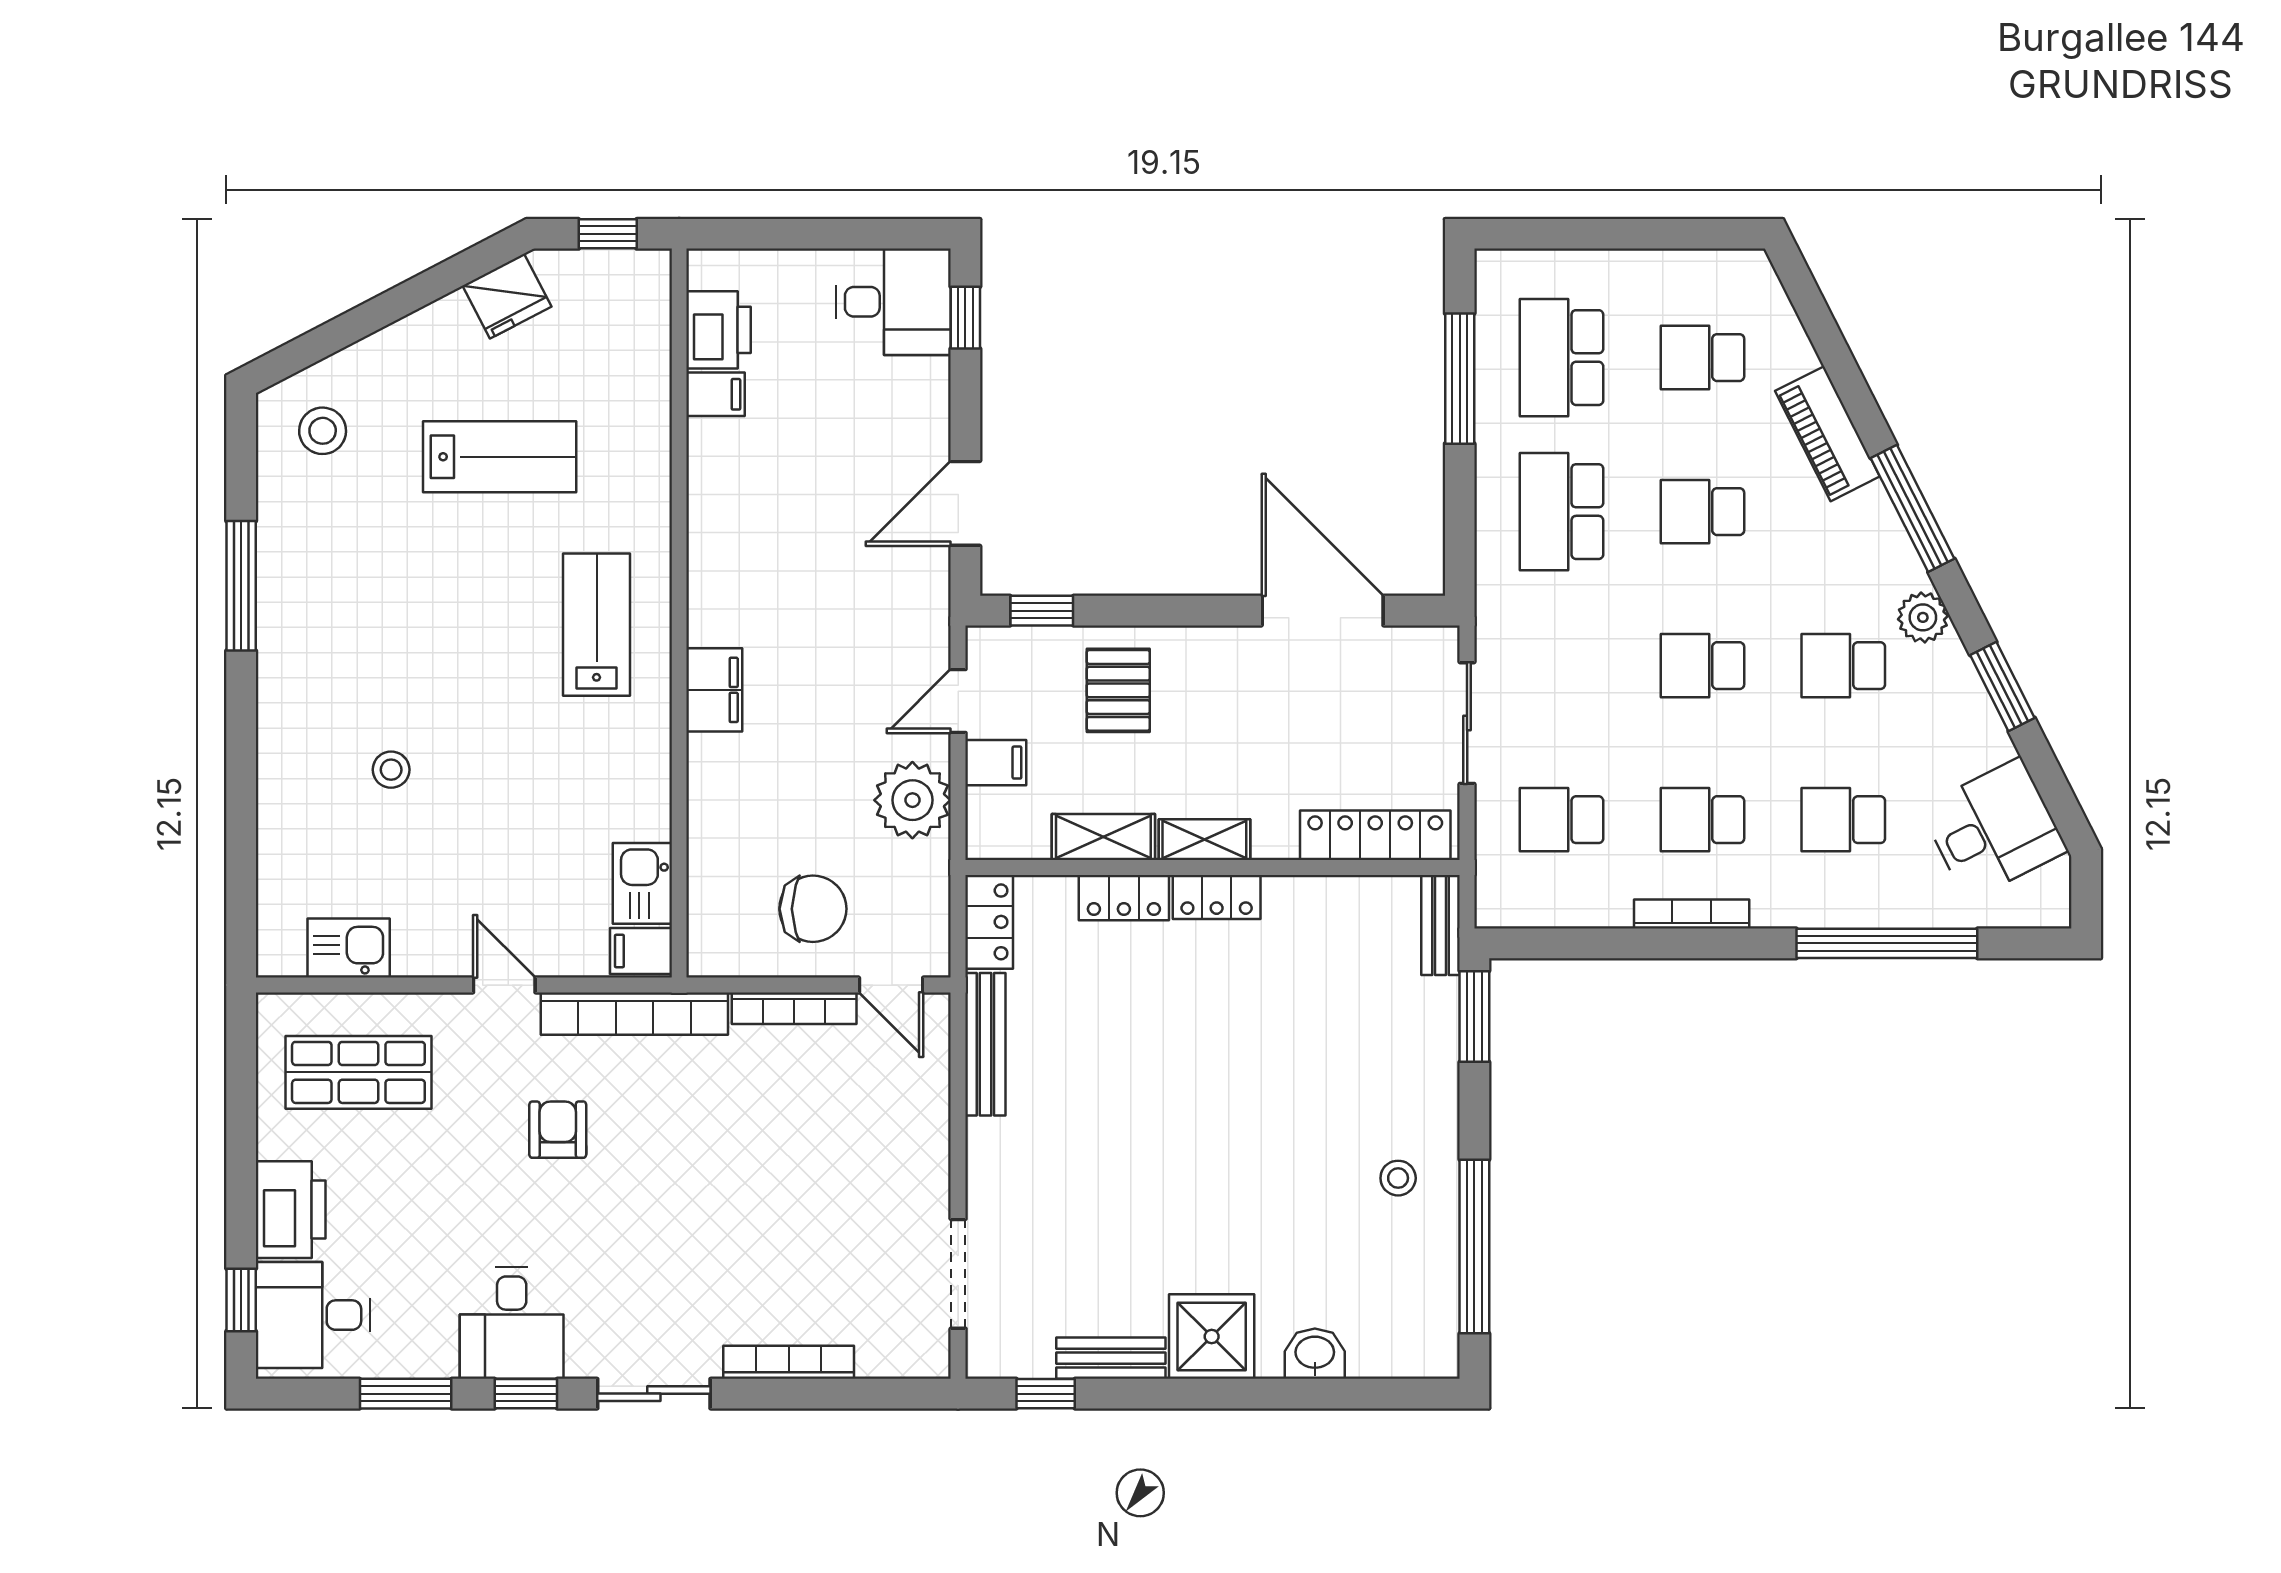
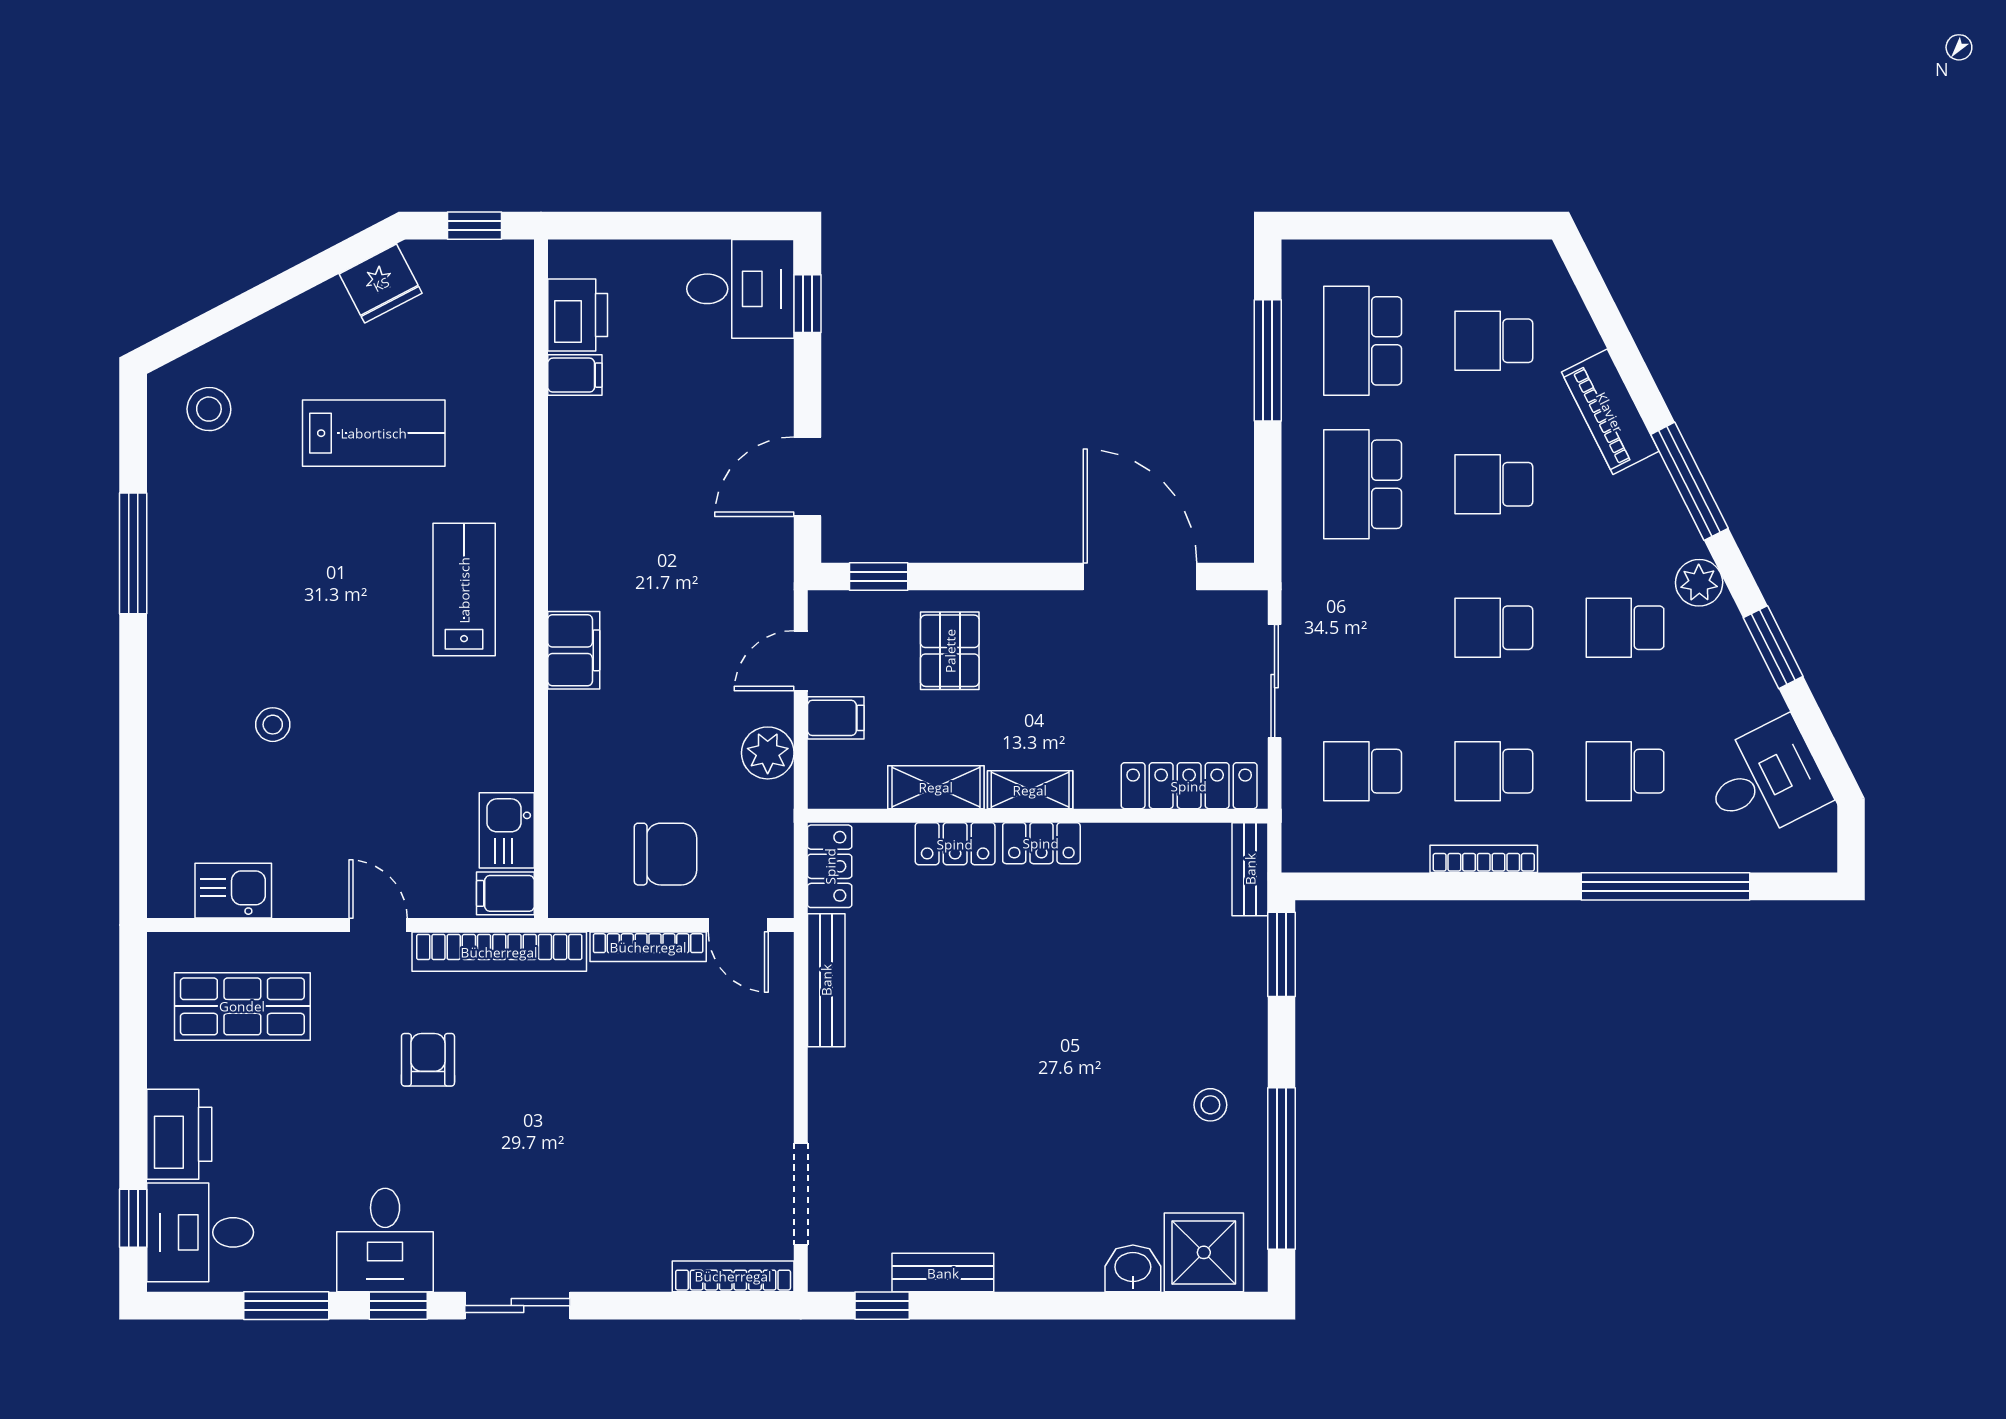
plant: (912, 800) -> (768, 753), width x0.73, depth x0.73
shower: (1212, 1337) -> (1204, 1252), moved
bookcase: (789, 1362) -> (733, 1276), moved

